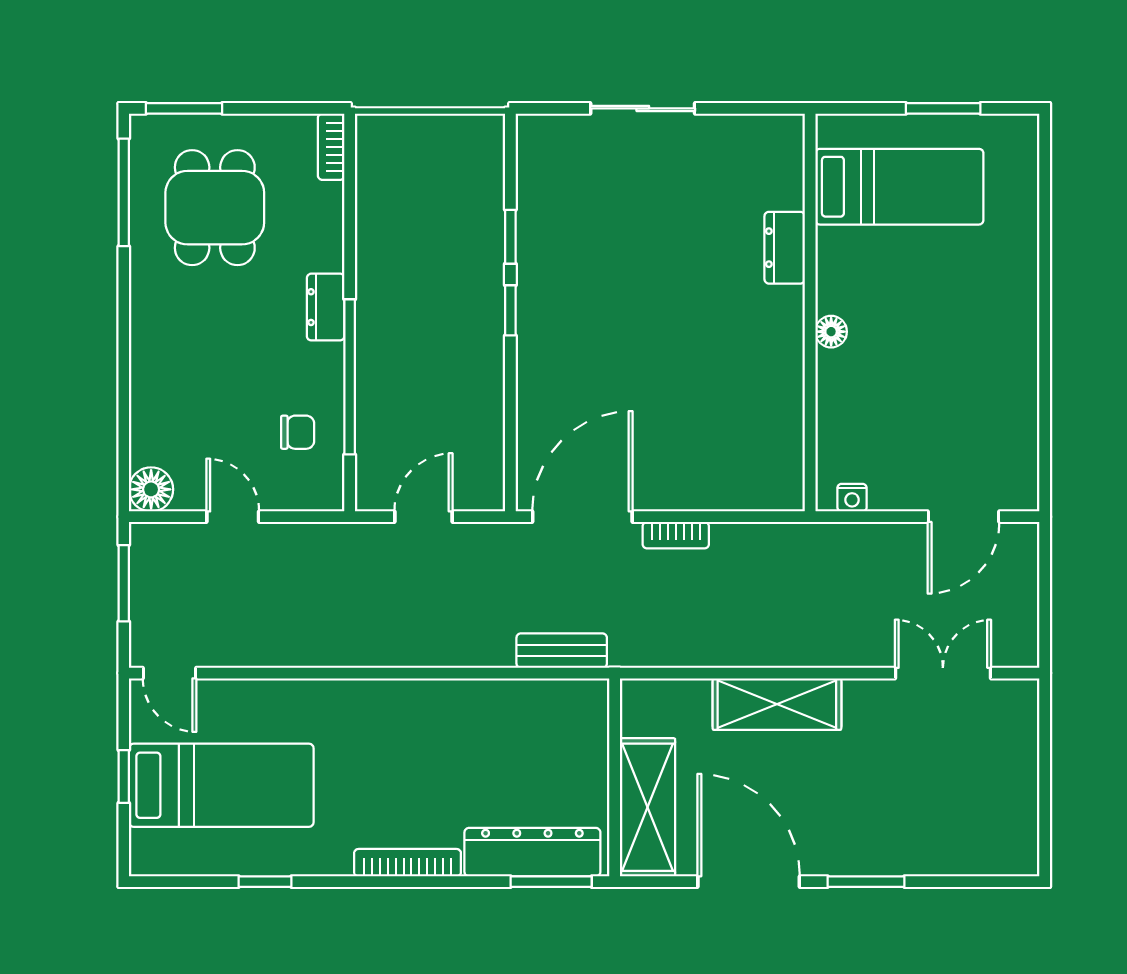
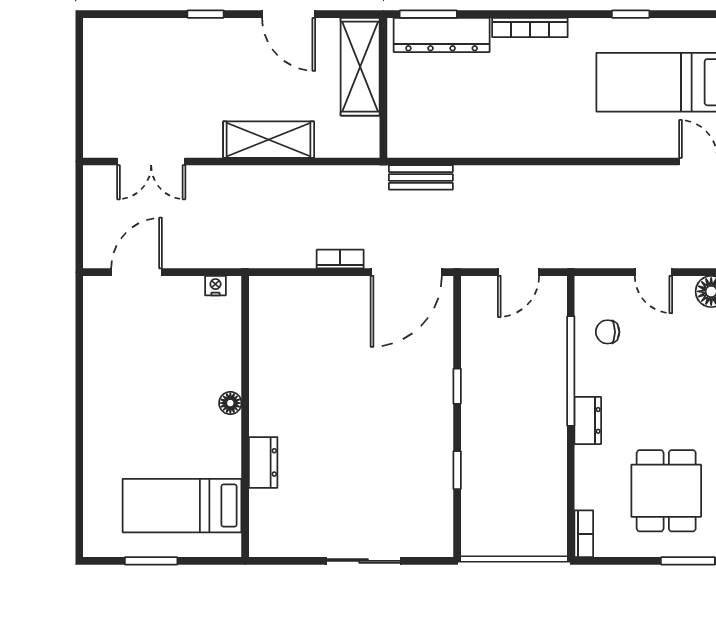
window: (510, 310) -> (457, 386), moved
door: (749, 882) -> (289, 14), width x0.73
window: (866, 882) -> (206, 14), width x0.67

